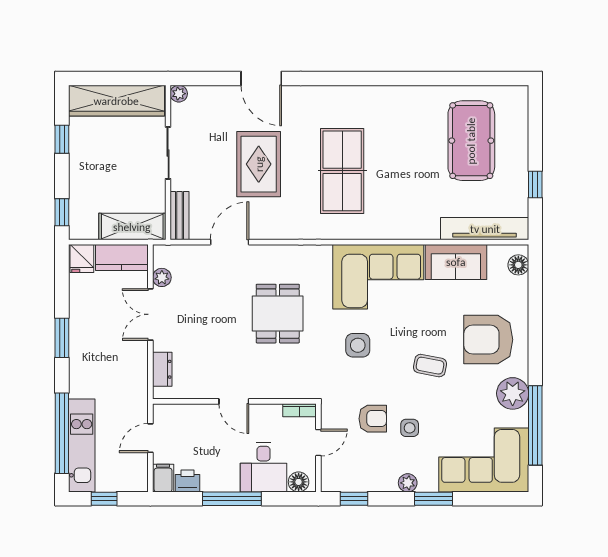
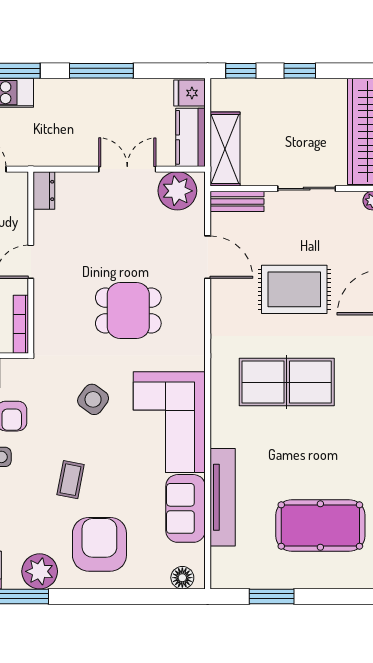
window: (62, 139) -> (300, 71), moved
window: (535, 184) -> (272, 596), width x1.50
tv unit: (485, 229) -> (223, 497), moved
plant: (162, 277) -> (177, 191), width x1.88, depth x1.88
window: (62, 338) -> (101, 71), width x1.44
side table: (358, 345) -> (93, 399), turned 36
dresser: (162, 369) -> (44, 190), moved, turned -90
bookcase: (299, 410) -> (21, 324), width x1.56

